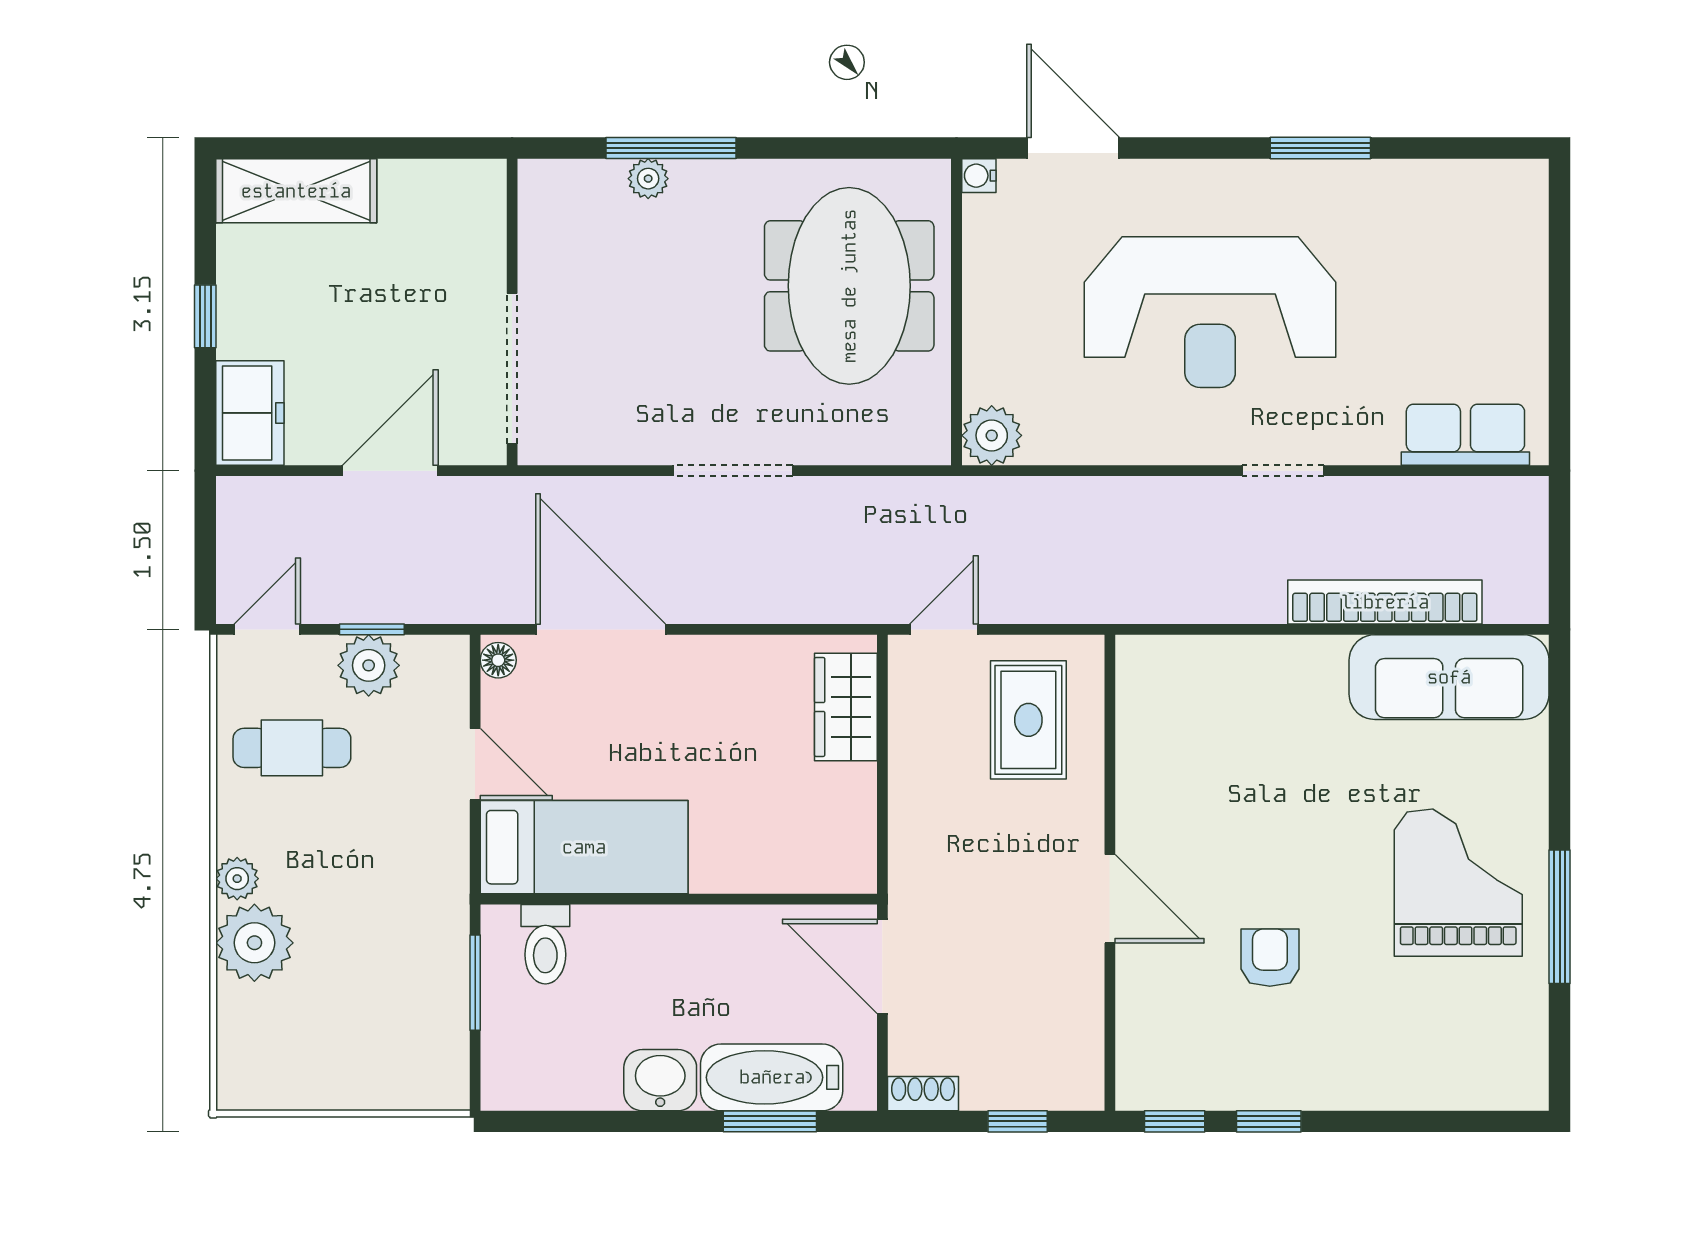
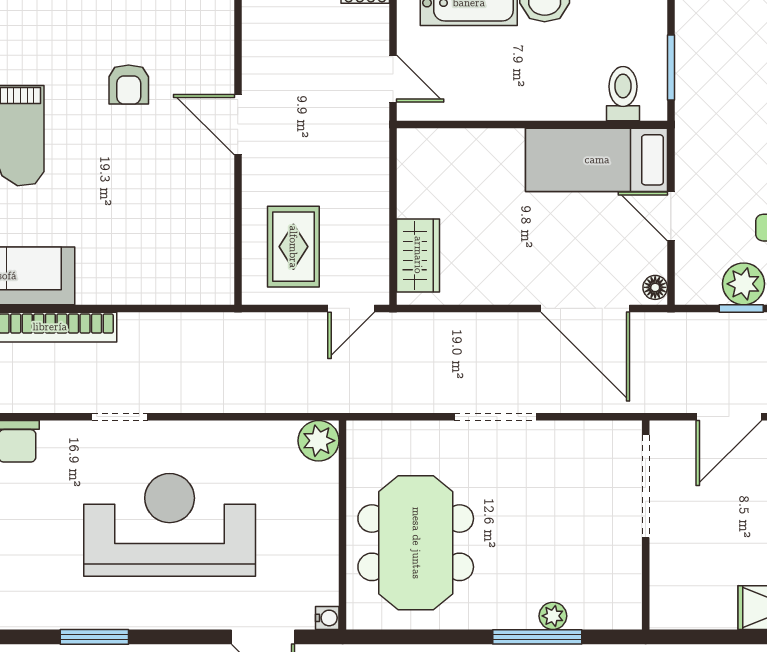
door: (882, 966) -> (393, 79), width x0.73

